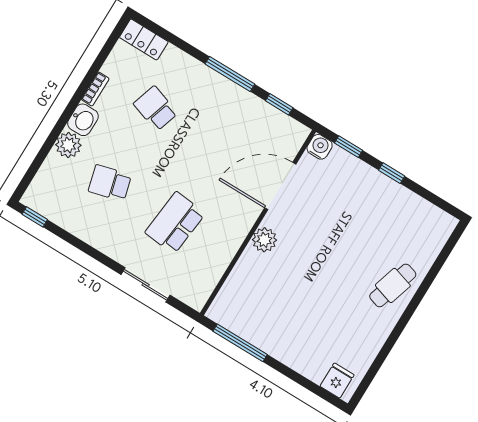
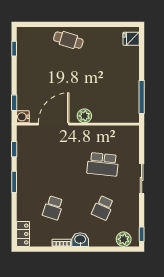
window: (230, 74) -> (14, 182), width x0.69
plant: (68, 145) -> (124, 239), moved
window: (392, 173) -> (14, 49), moved
school desk: (110, 183) -> (103, 208), turned 39
door: (280, 186) -> (54, 124), swing flipped
sliding door: (146, 285) -> (142, 179), moved

